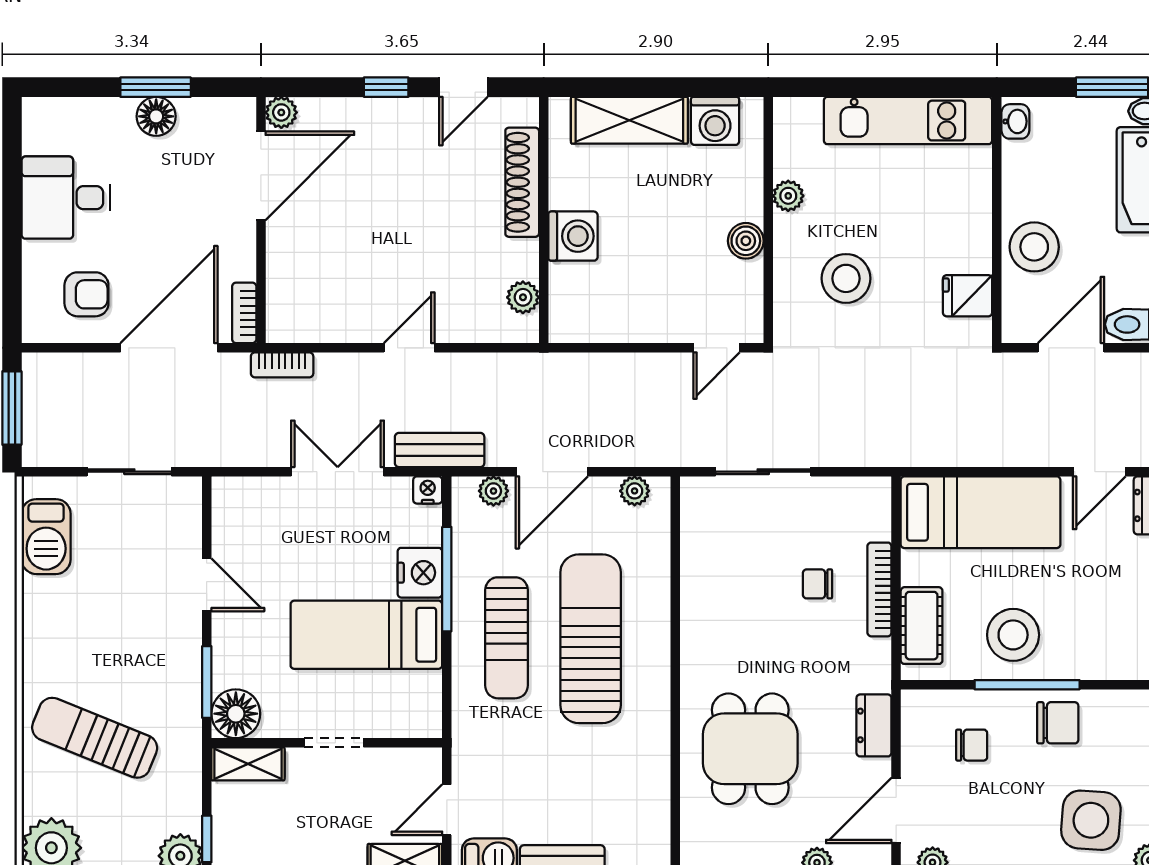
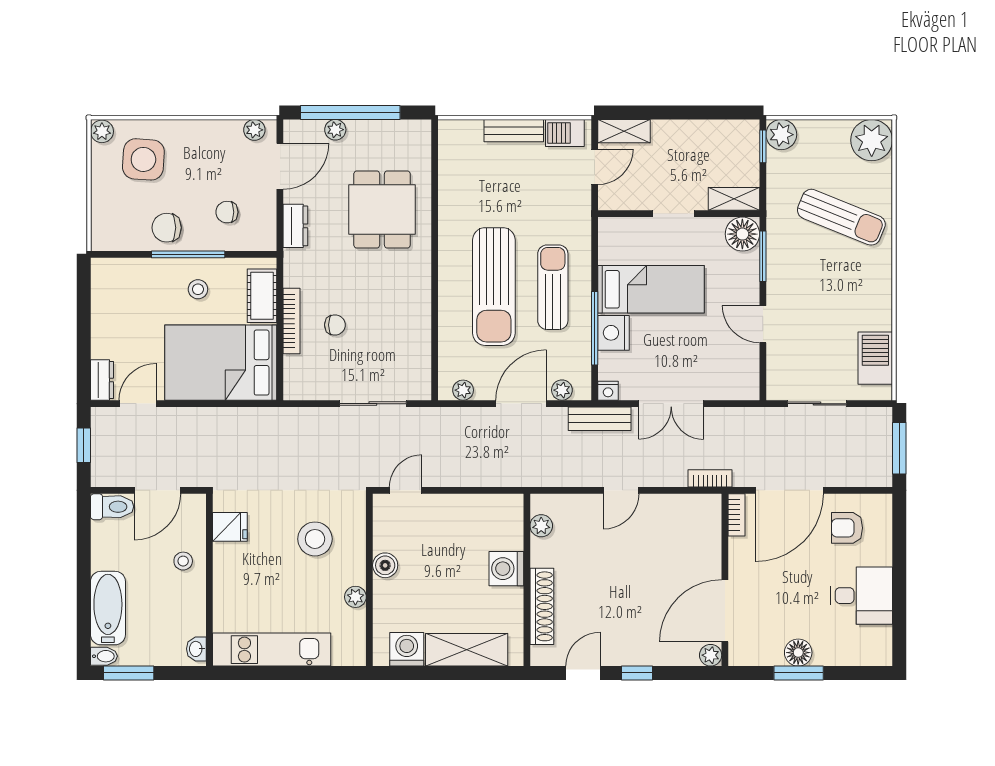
stool: (1034, 247) -> (183, 561), width x0.53, depth x0.53
bed: (981, 512) -> (221, 363), width x1.50
stool: (1013, 635) -> (198, 289), width x0.53, depth x0.53

